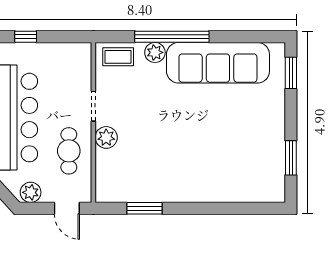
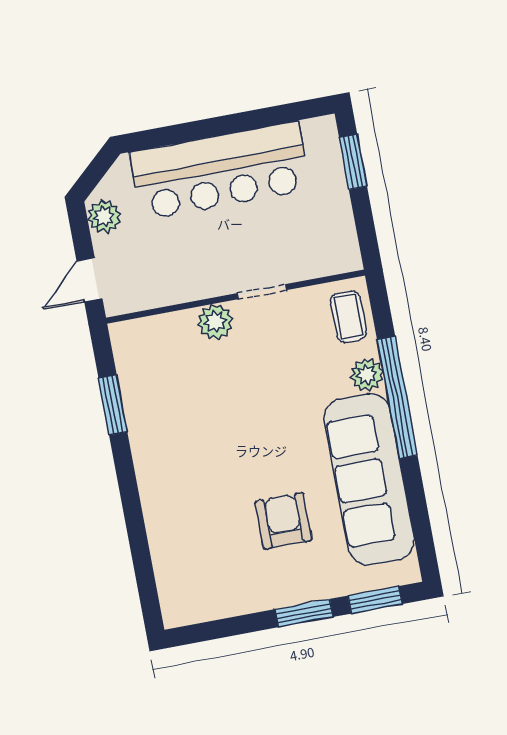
window: (26, 37) -> (353, 162), width x1.50
armchair: (233, 119) -> (284, 521), added
cafe table: (69, 151) -> (182, 266), removed
window: (291, 158) -> (304, 613), moved

